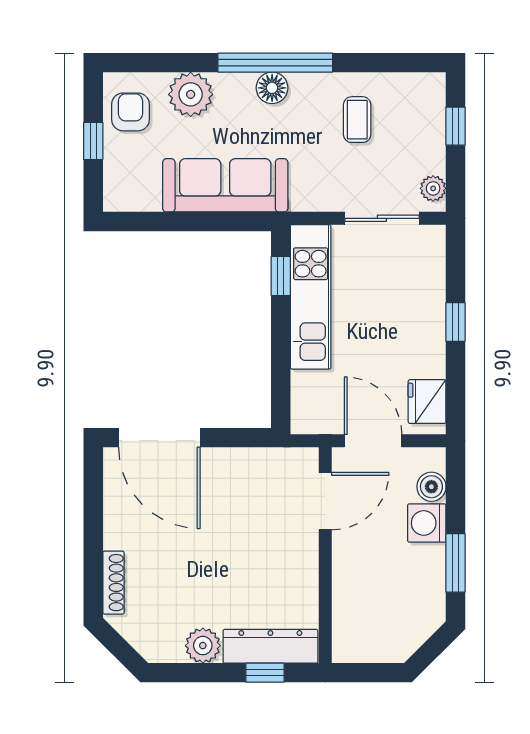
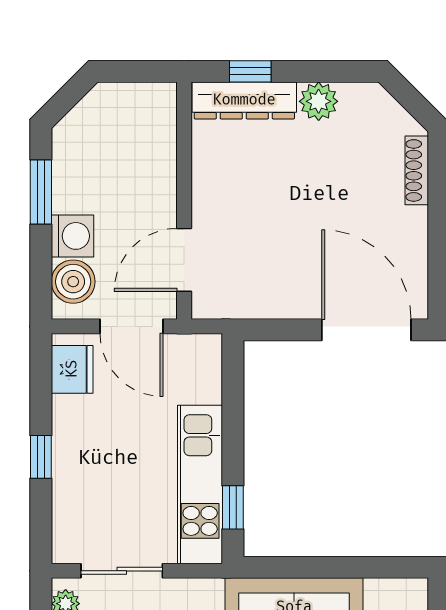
boiler: (431, 487) -> (73, 282), width x1.36, depth x1.36

